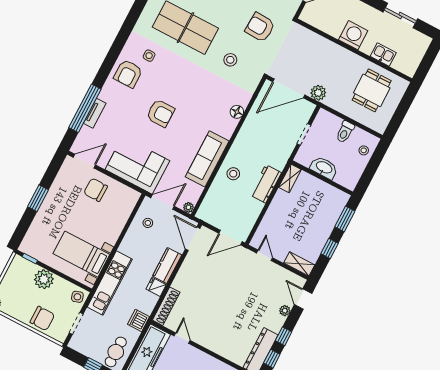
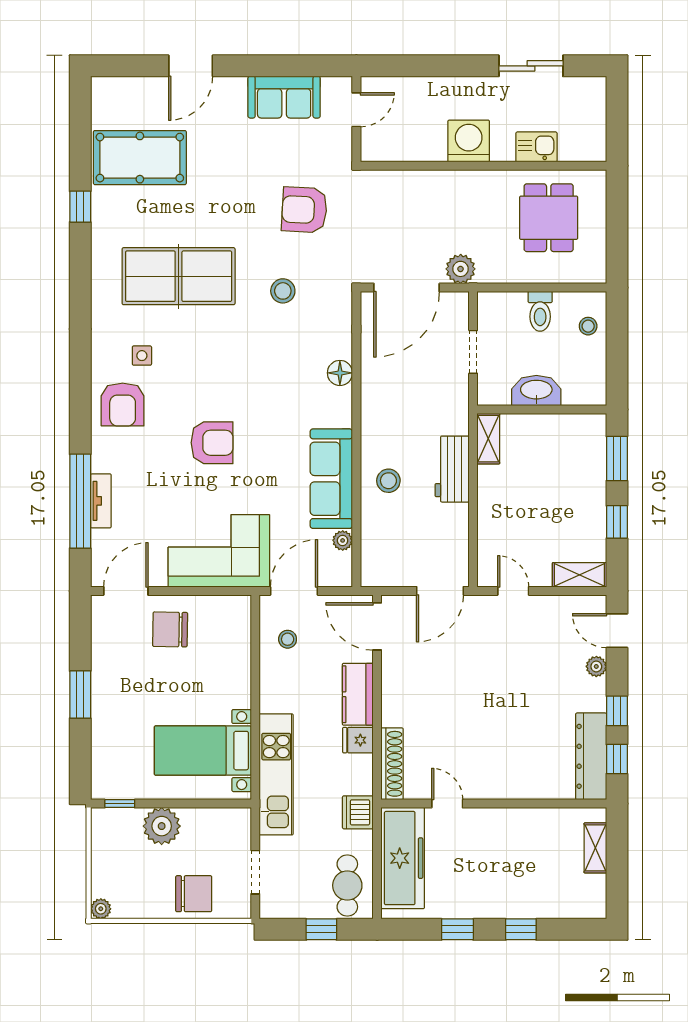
plant: (188, 207) -> (343, 540), moved
side table: (77, 297) -> (234, 826), removed

